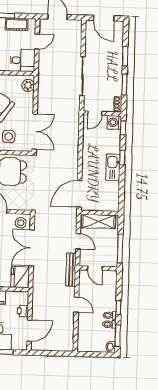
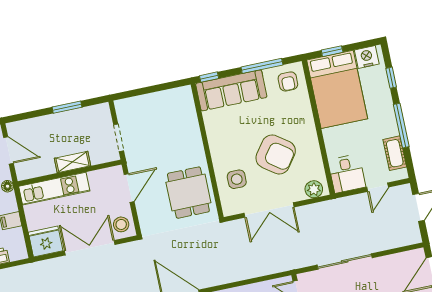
door: (37, 42) -> (378, 187), hinge flipped
double door: (35, 132) -> (269, 210), moved

